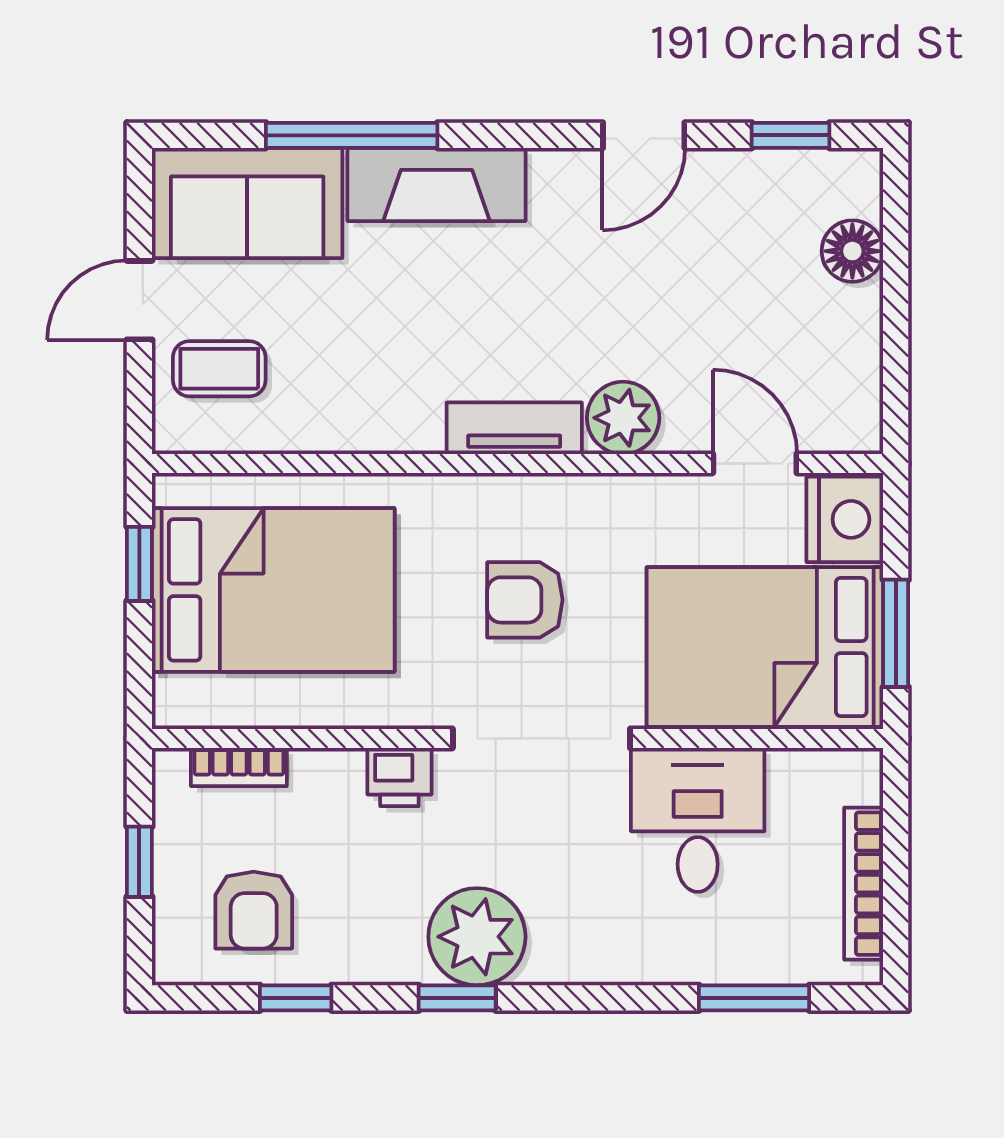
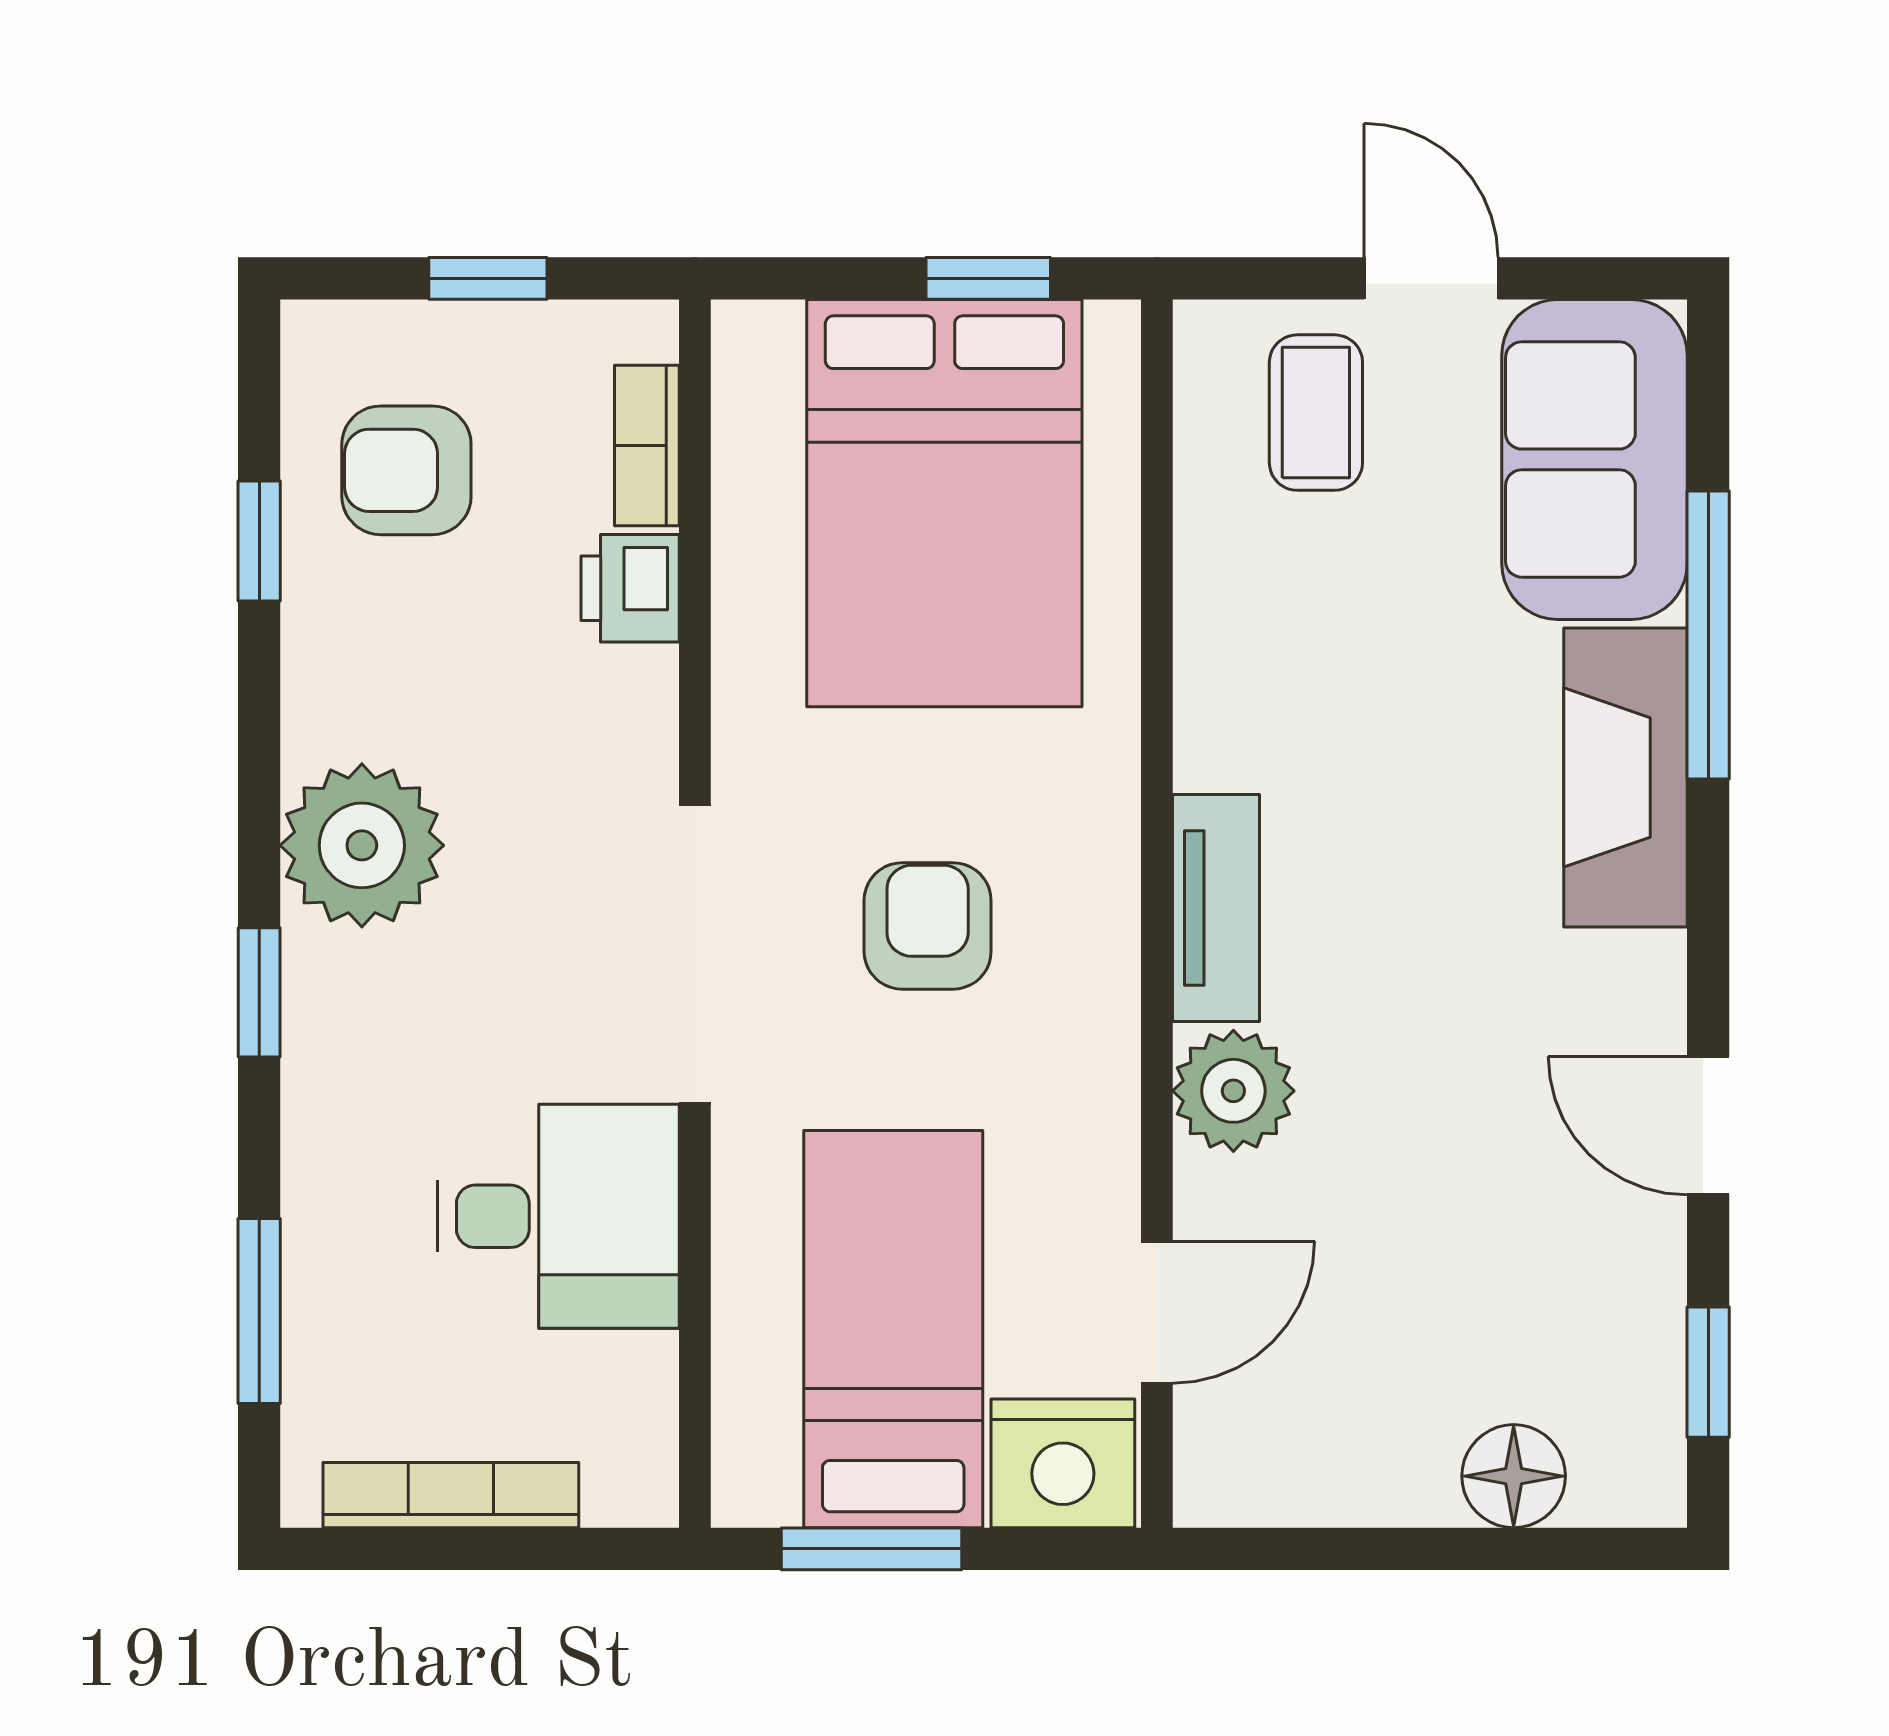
bed: (765, 647) -> (893, 1329), width x0.67
printer: (399, 777) -> (630, 588), moved
window: (457, 998) -> (259, 992), moved

